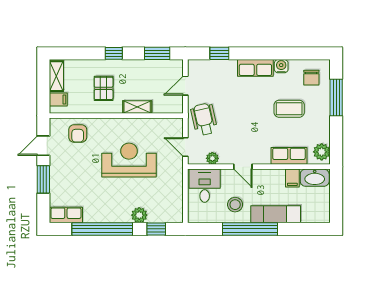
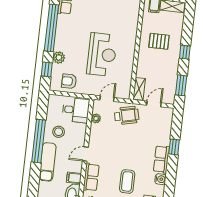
window: (219, 53) -> (174, 147), moved
door: (185, 86) -> (154, 104), hinge flipped
shelving: (137, 107) -> (139, 89), moved
armchair: (78, 133) -> (69, 81), moved
door: (243, 167) -> (85, 154), moved

